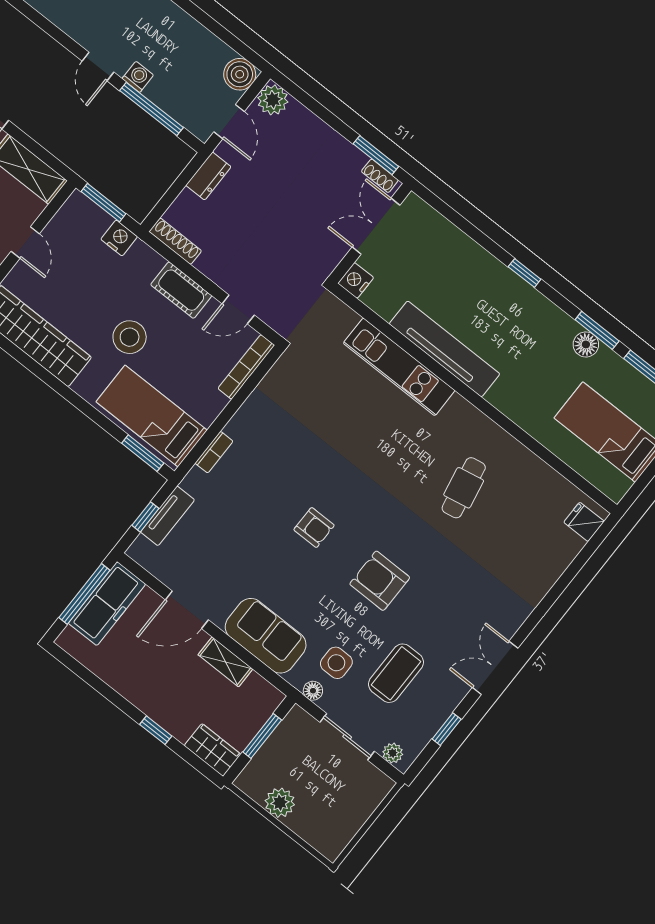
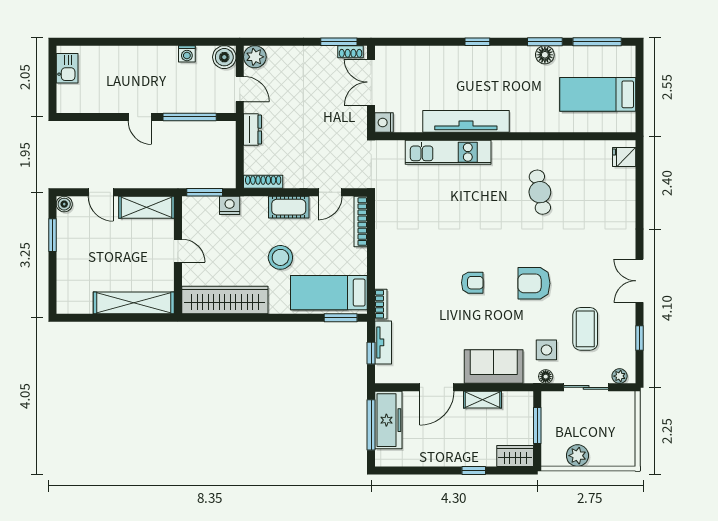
washing machine: (138, 77) -> (187, 54), moved, turned 180
bookcase: (214, 452) -> (381, 304), moved

